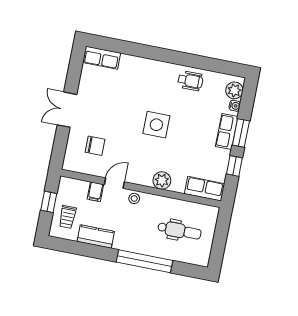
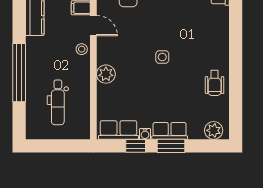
water cooler: (235, 106) -> (145, 134), moved
side table: (156, 125) -> (162, 57), width x0.54, depth x0.54
row of seats: (204, 189) -> (118, 130), moved, turned -90

